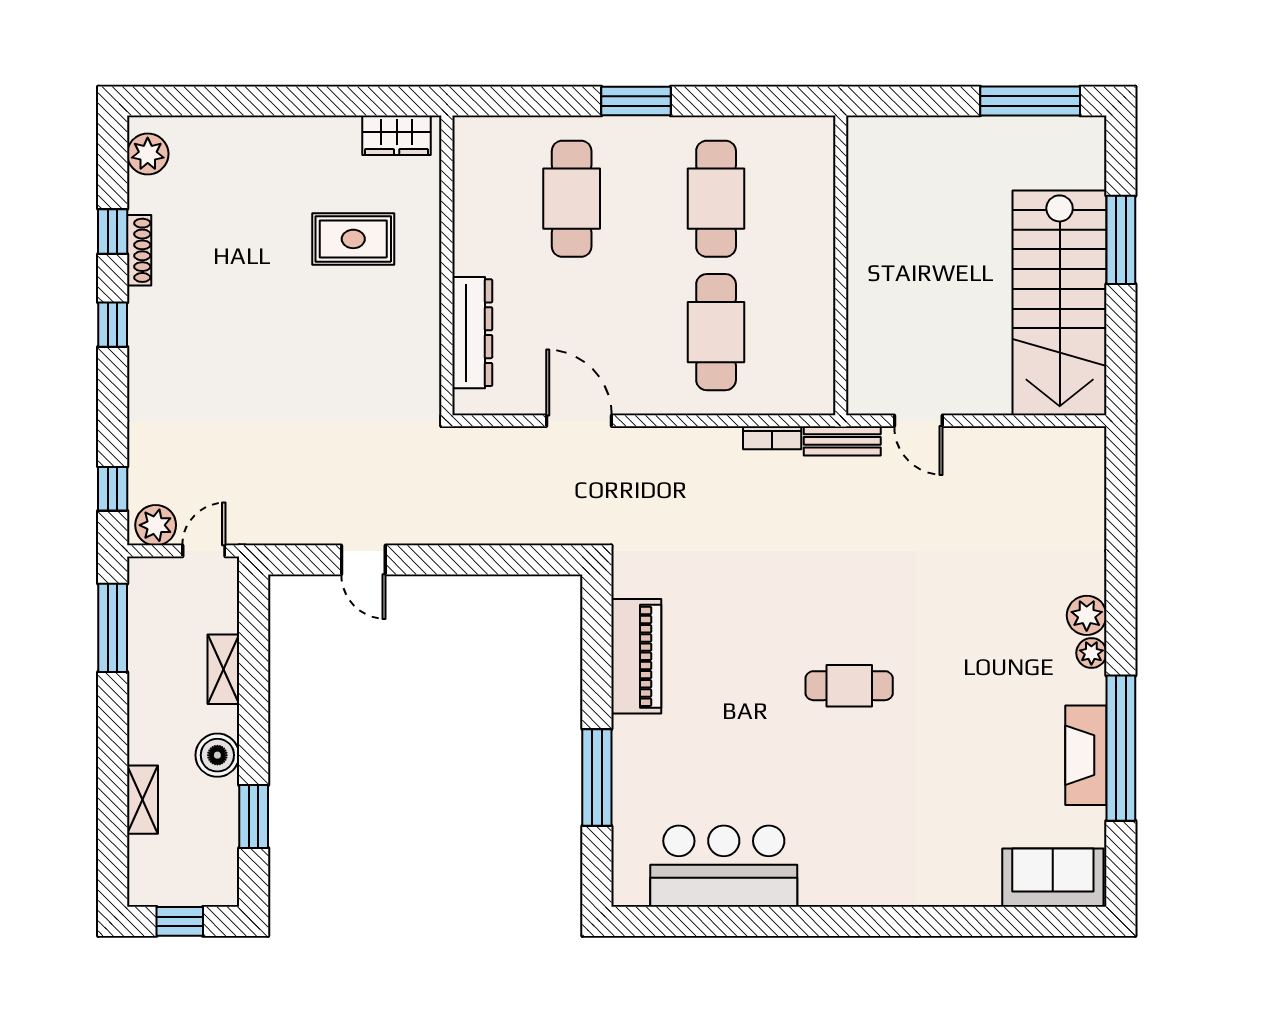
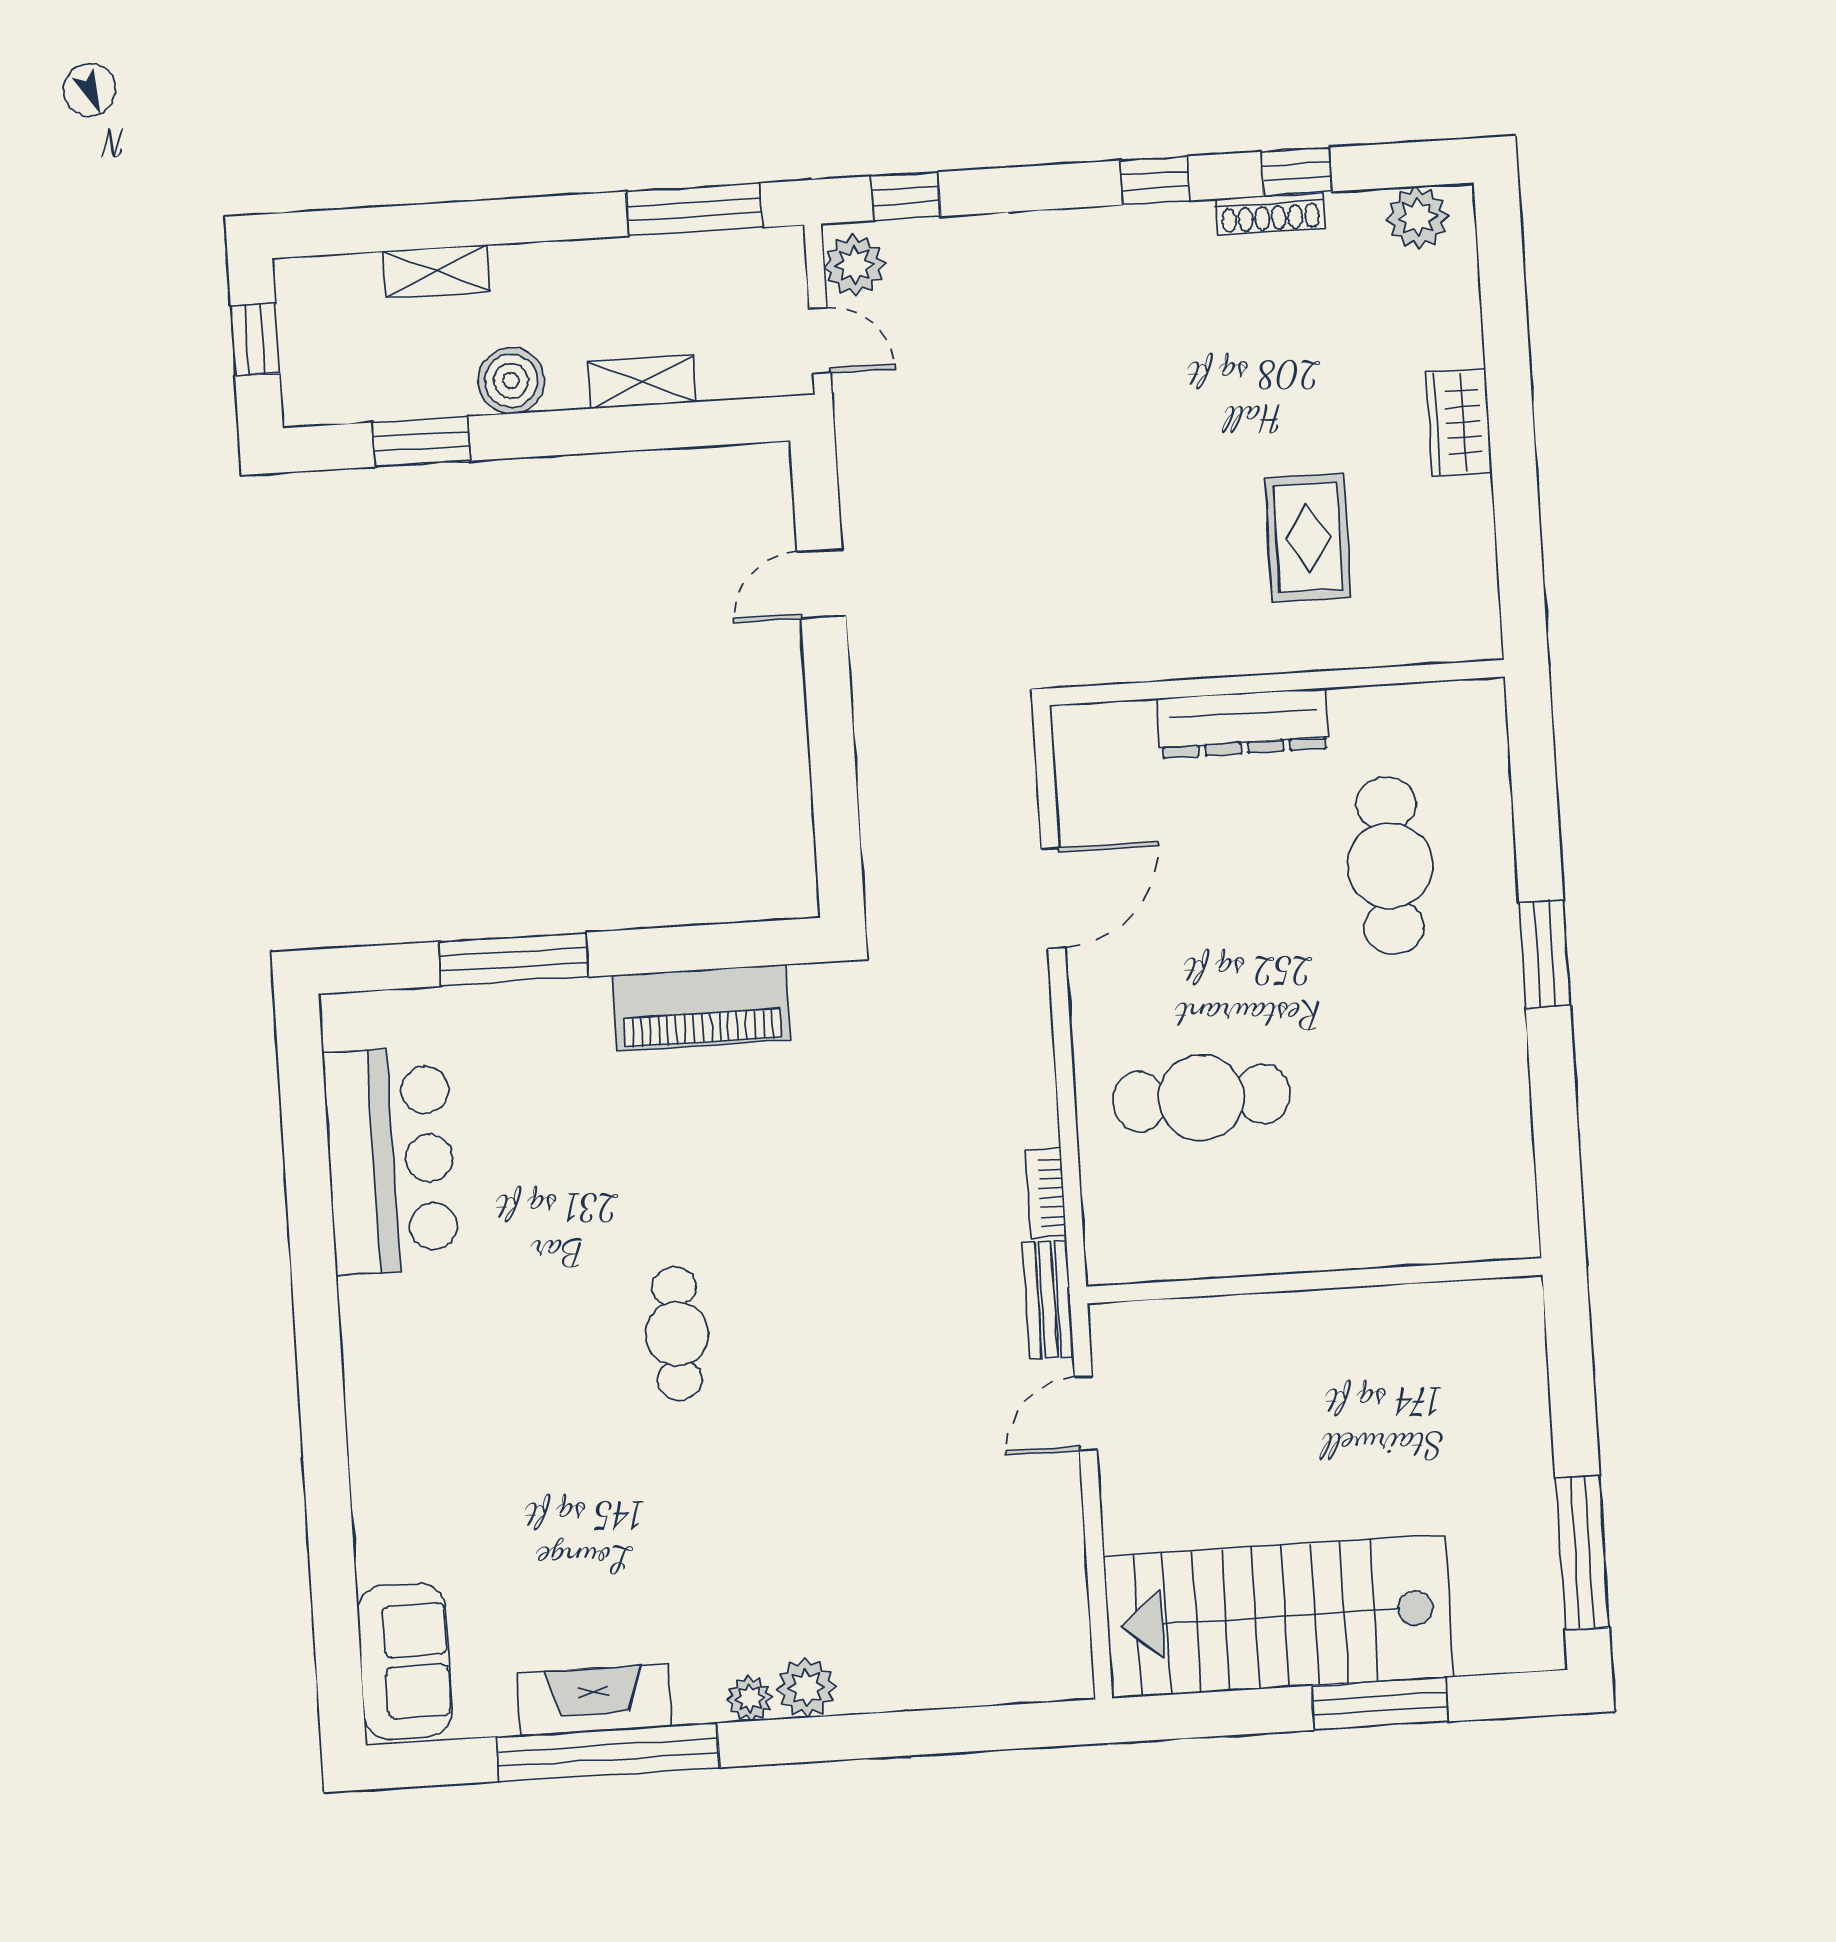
wardrobe: (397, 135) -> (1459, 422), moved
cafe table: (572, 199) -> (1390, 866), turned 90
cafe table: (716, 199) -> (1404, 1085), removed
dresser: (472, 333) -> (1243, 723), moved

